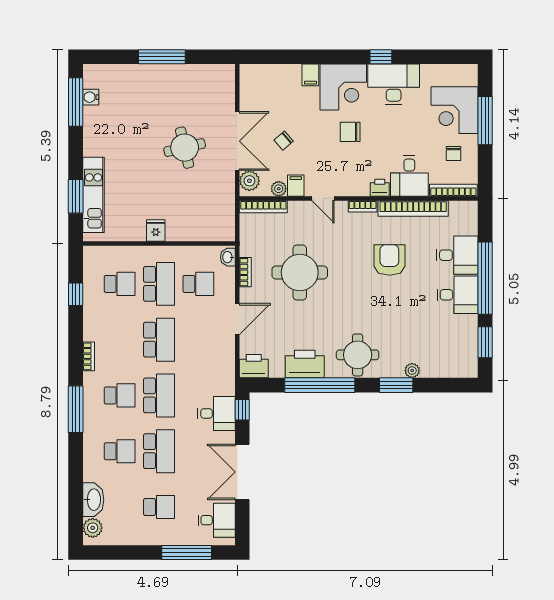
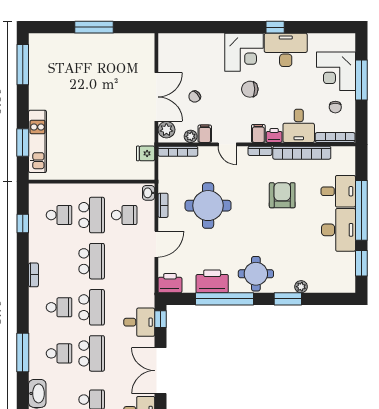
filing cabinet: (310, 75) -> (258, 133), moved, turned 180
water cooler: (91, 97) -> (35, 61), removed
round table: (185, 148) -> (113, 102), removed
fridge: (156, 230) -> (146, 153), moved, turned -90
desk: (457, 295) -> (338, 230), width x1.37
window: (76, 409) -> (23, 352), moved

